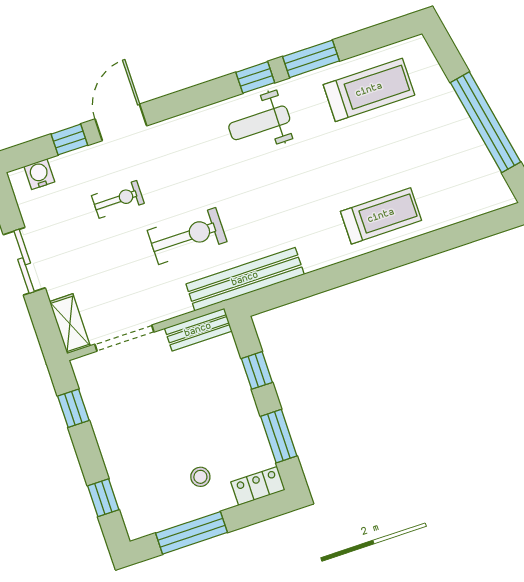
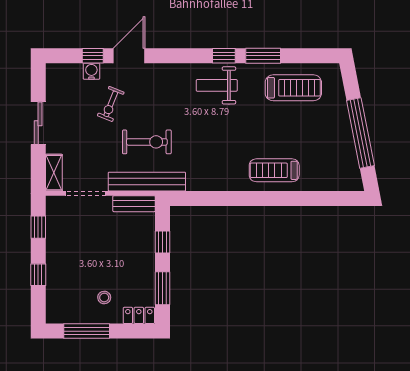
water cooler: (39, 174) -> (91, 71), moved
exercise bike: (118, 199) -> (111, 104), turned 112
treadmill: (381, 216) -> (274, 170), turned 180
bench: (245, 279) -> (147, 182), moved
window: (103, 498) -> (38, 275), moved

